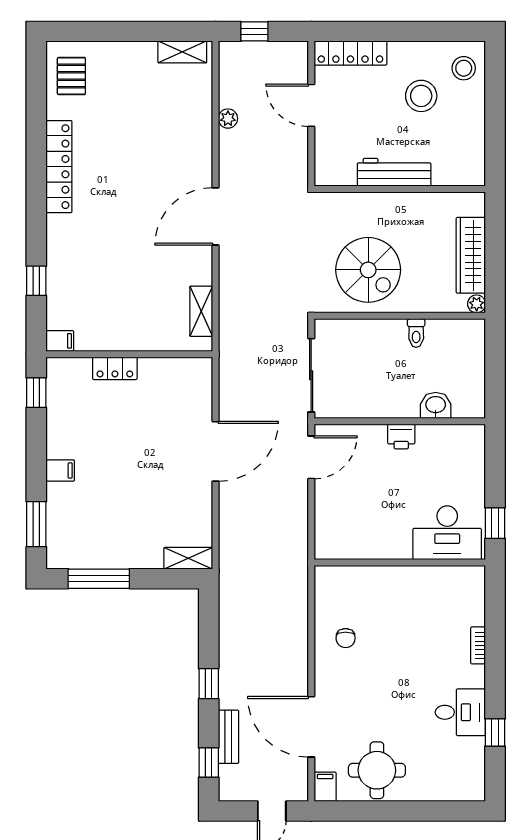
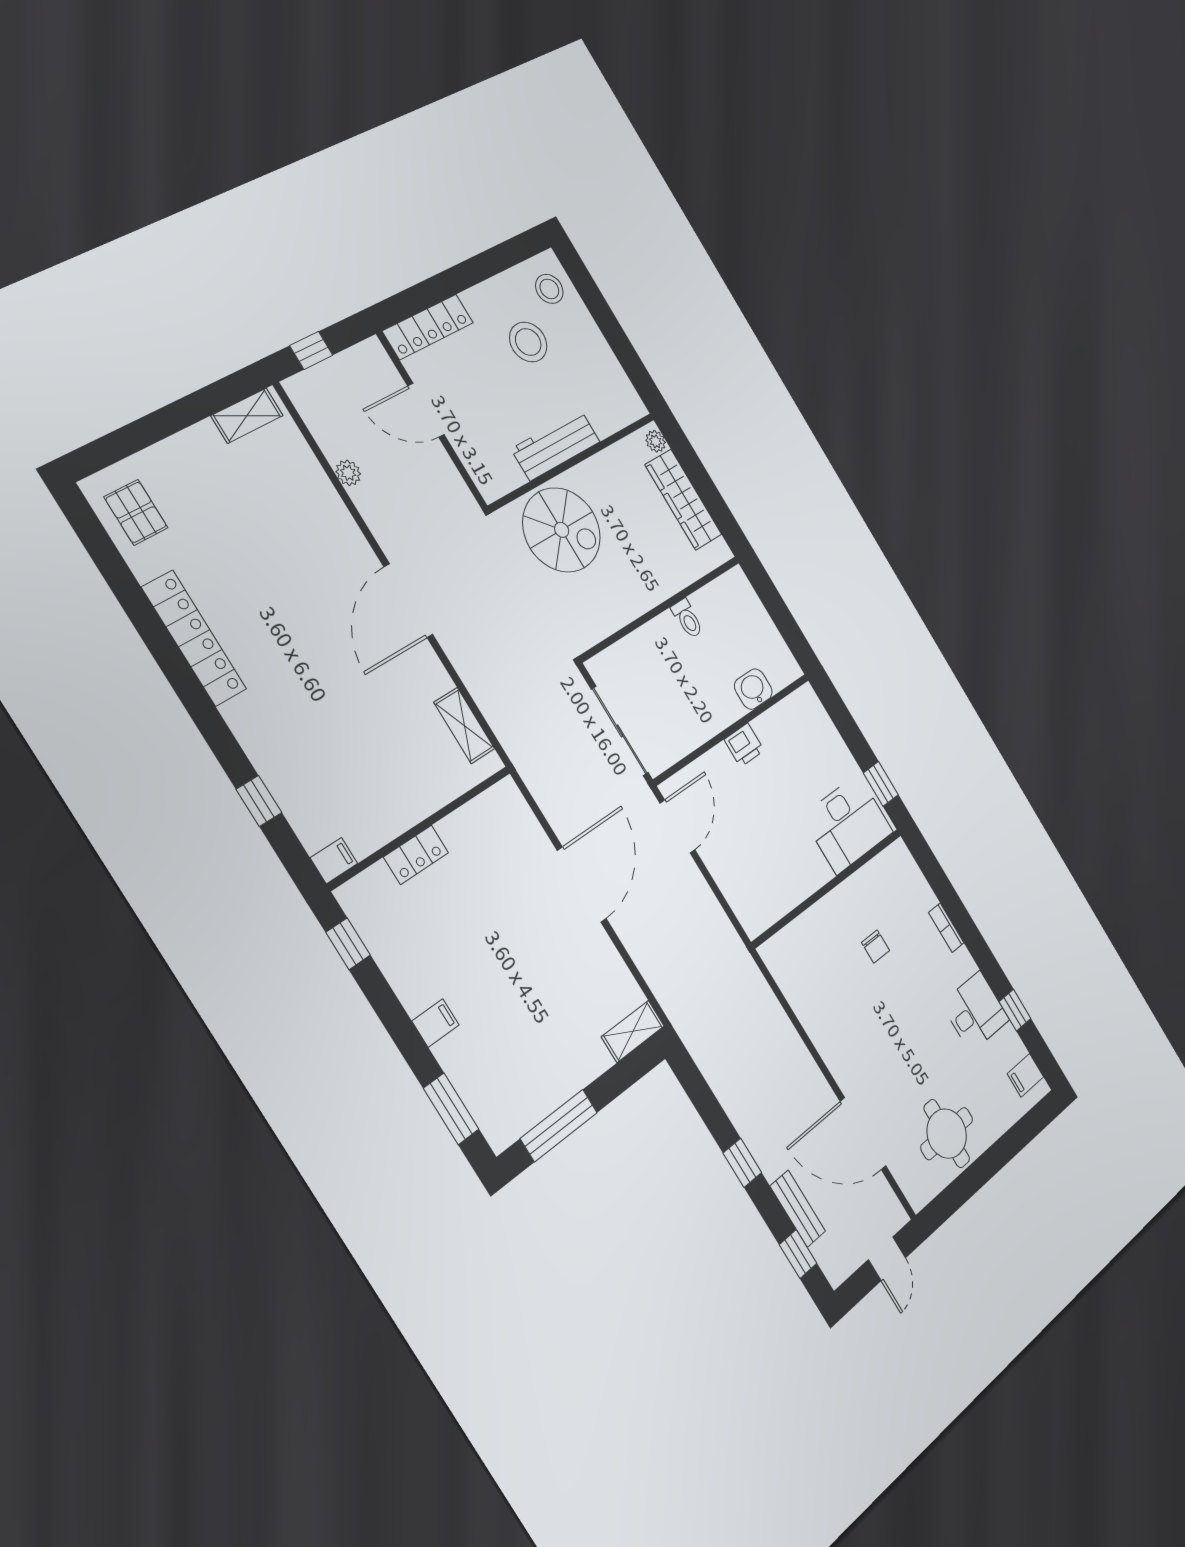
spiral stairs: (368, 270) -> (562, 530), moved
plant: (477, 304) -> (656, 441), moved
chair: (346, 638) -> (876, 946), moved
filing cabinet: (325, 787) -> (1025, 1075), moved, turned -90

